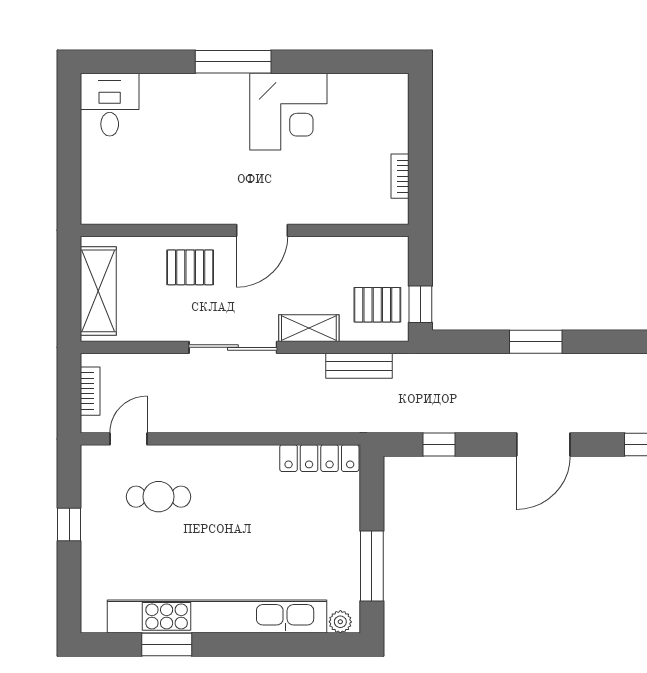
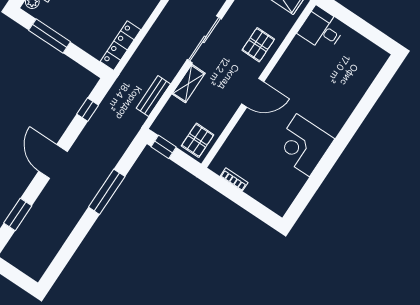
window: (233, 62) -> (346, 134), removed
desk: (110, 105) -> (322, 29), moved, turned 180
door: (262, 230) -> (253, 93), swing flipped
pallet: (377, 305) -> (198, 140), moved
window: (536, 342) -> (107, 192), width x1.44

